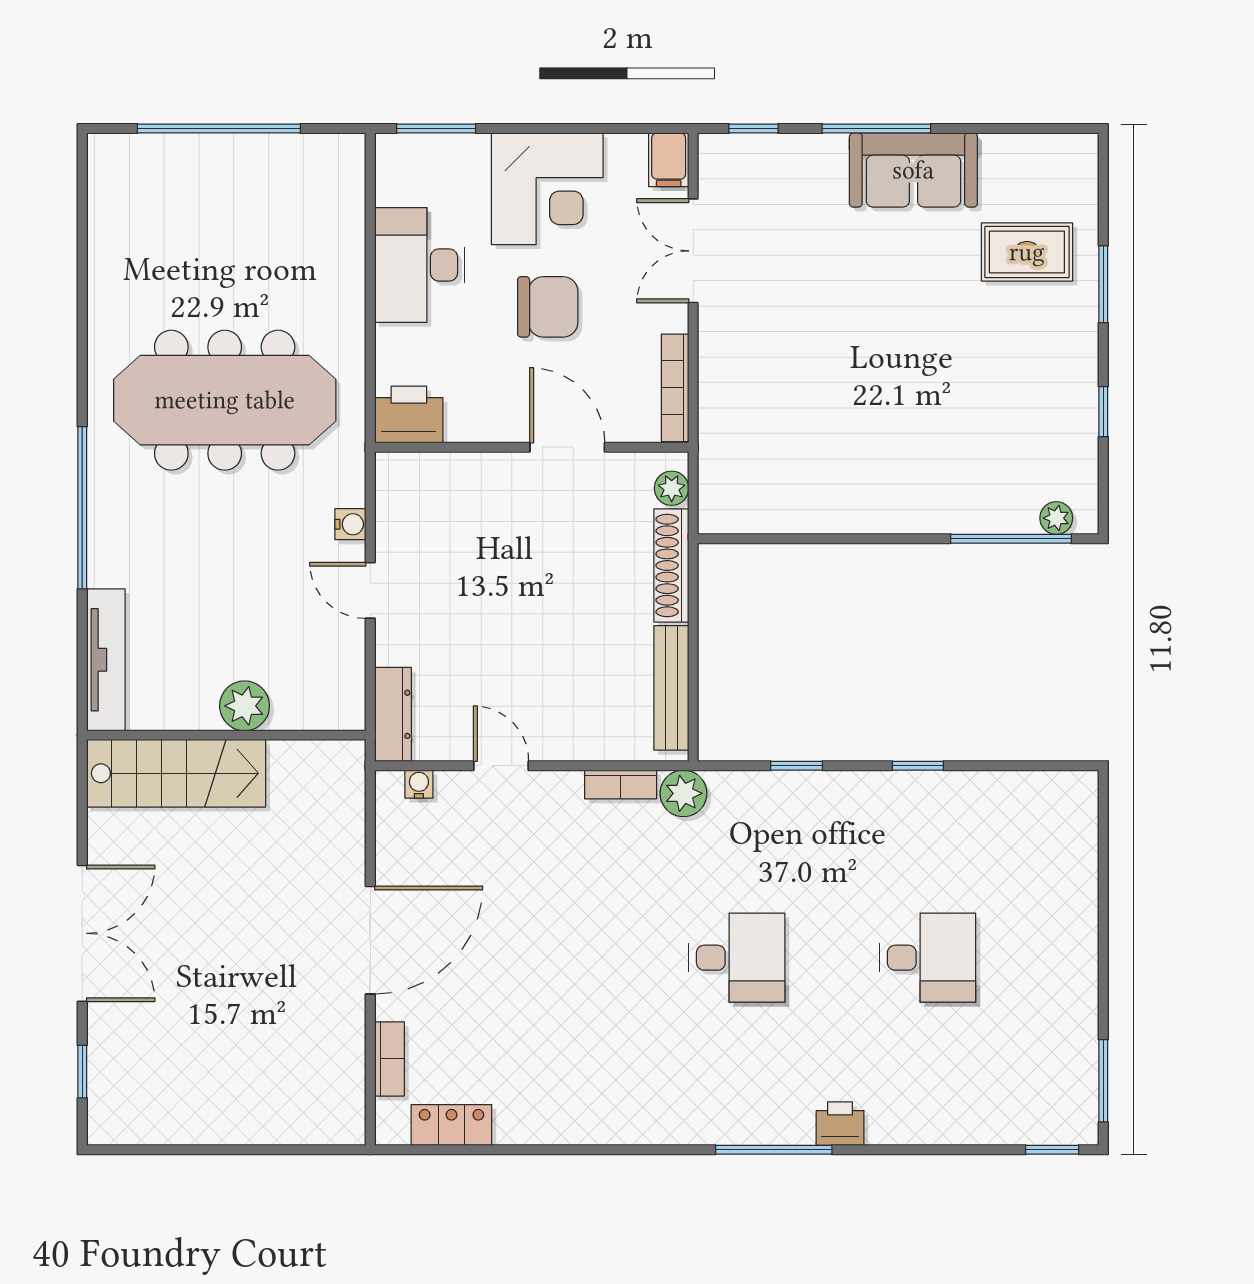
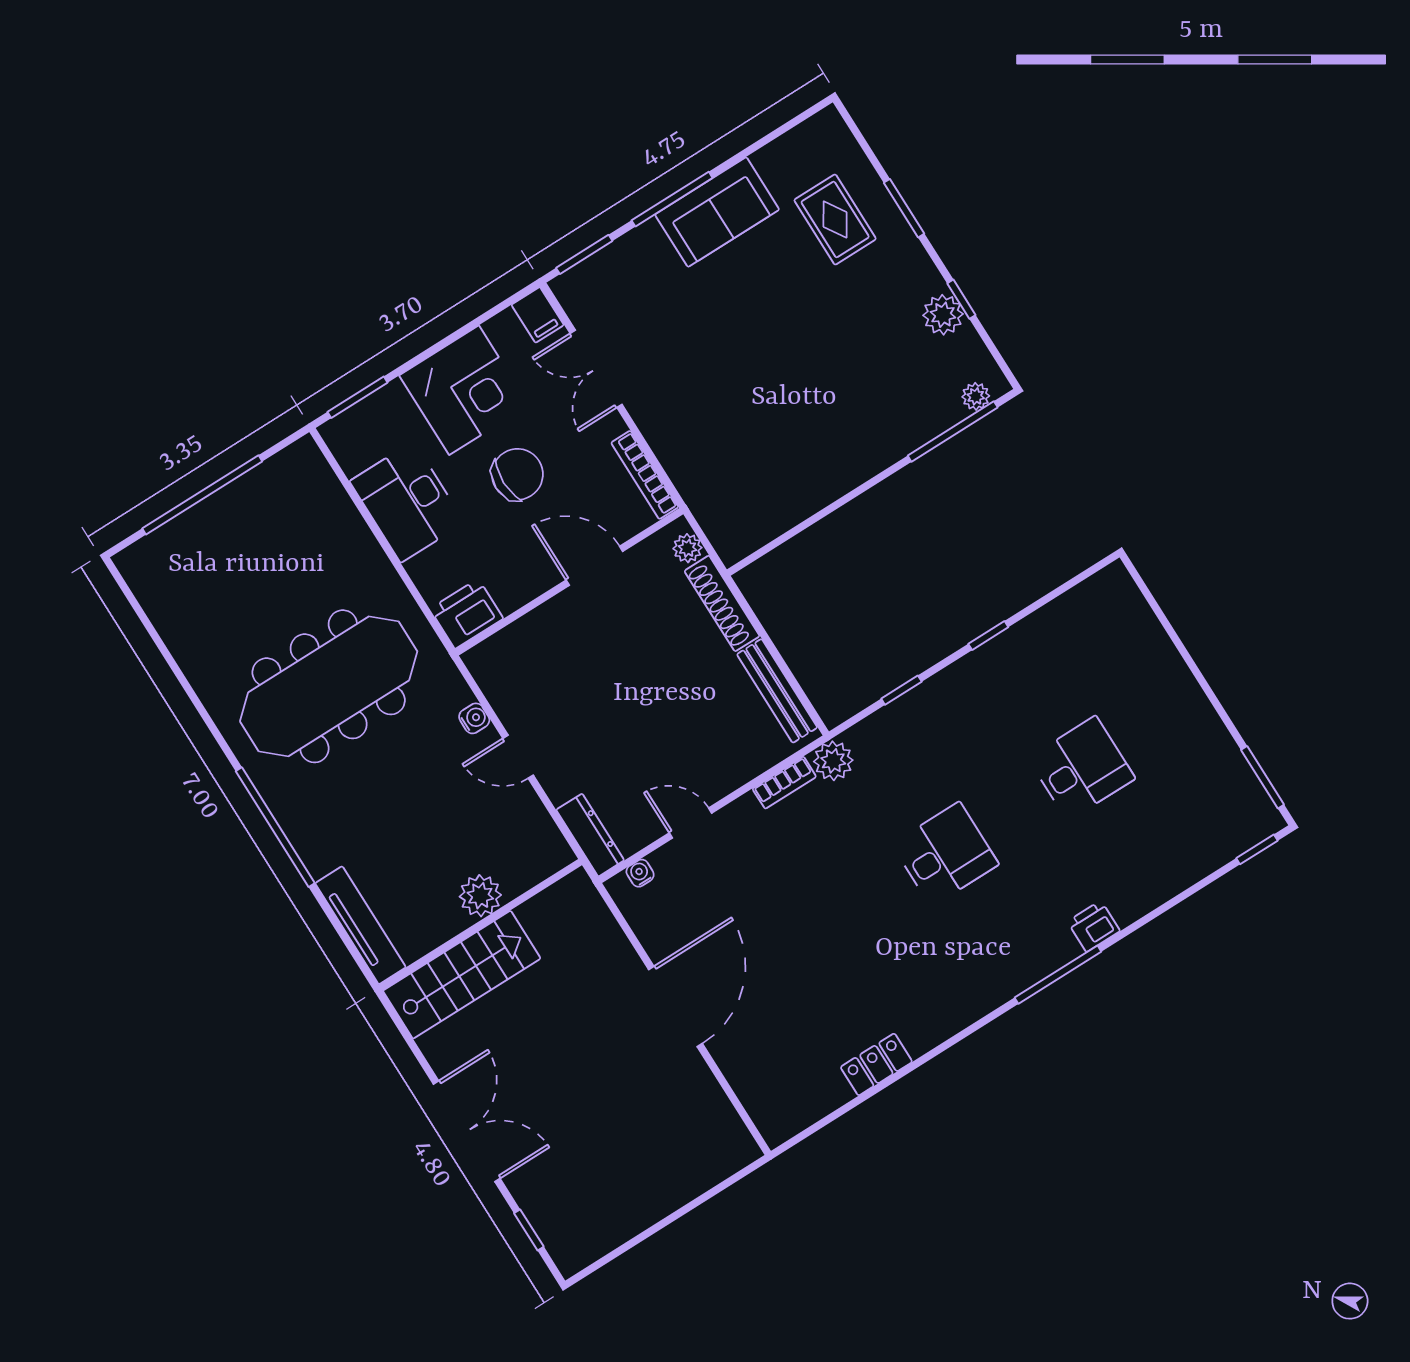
window: (754, 129) -> (584, 254), width x1.50
rug: (1027, 252) -> (835, 219), turned 90
plant: (1075, 416) -> (943, 315), added
bookcase: (389, 1059) -> (743, 1083), removed
locker: (451, 1125) -> (876, 1064), moved

